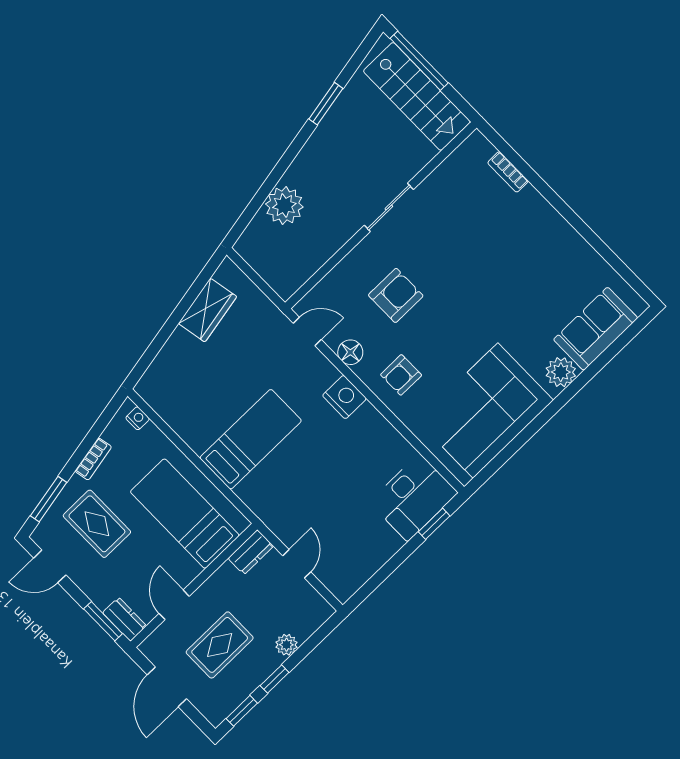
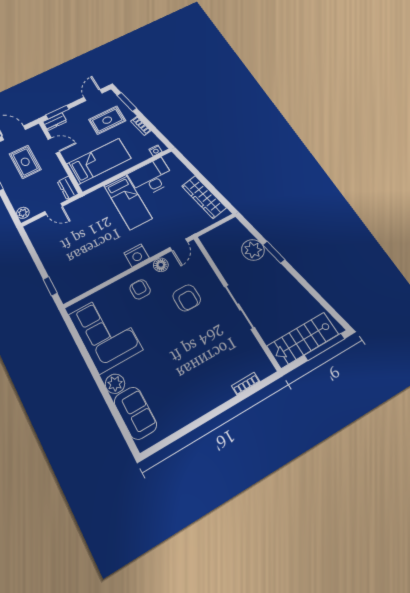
window: (326, 104) -> (274, 252), moved
sliding door: (389, 207) -> (239, 307), width x1.37
wardrobe: (207, 310) -> (204, 197), width x1.50
desk: (414, 497) -> (151, 177), moved, turned 90
plant: (286, 645) -> (23, 213), moved

